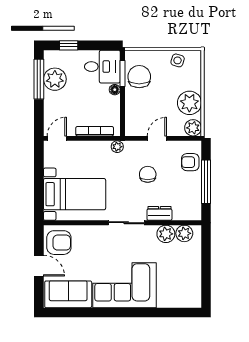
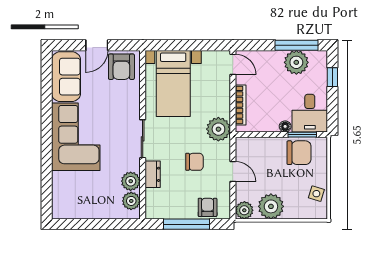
plant: (117, 147) -> (218, 129), width x1.88, depth x1.88

